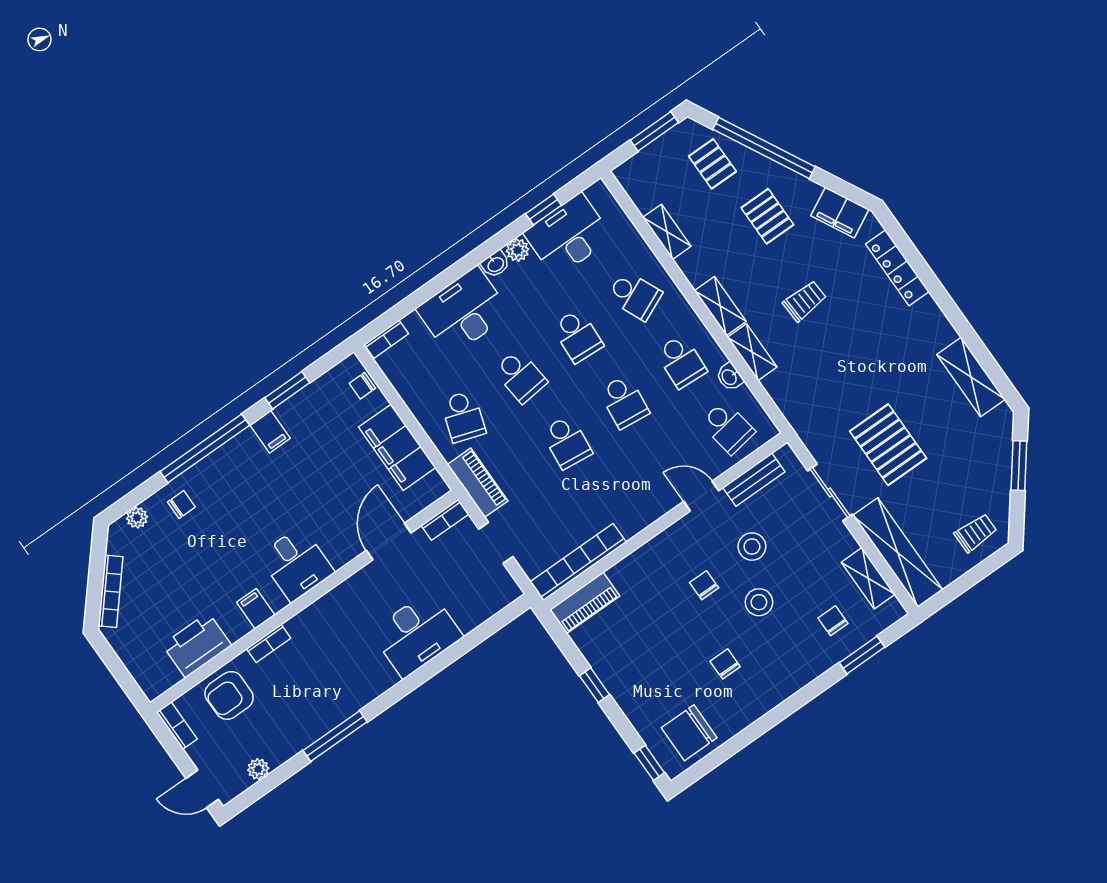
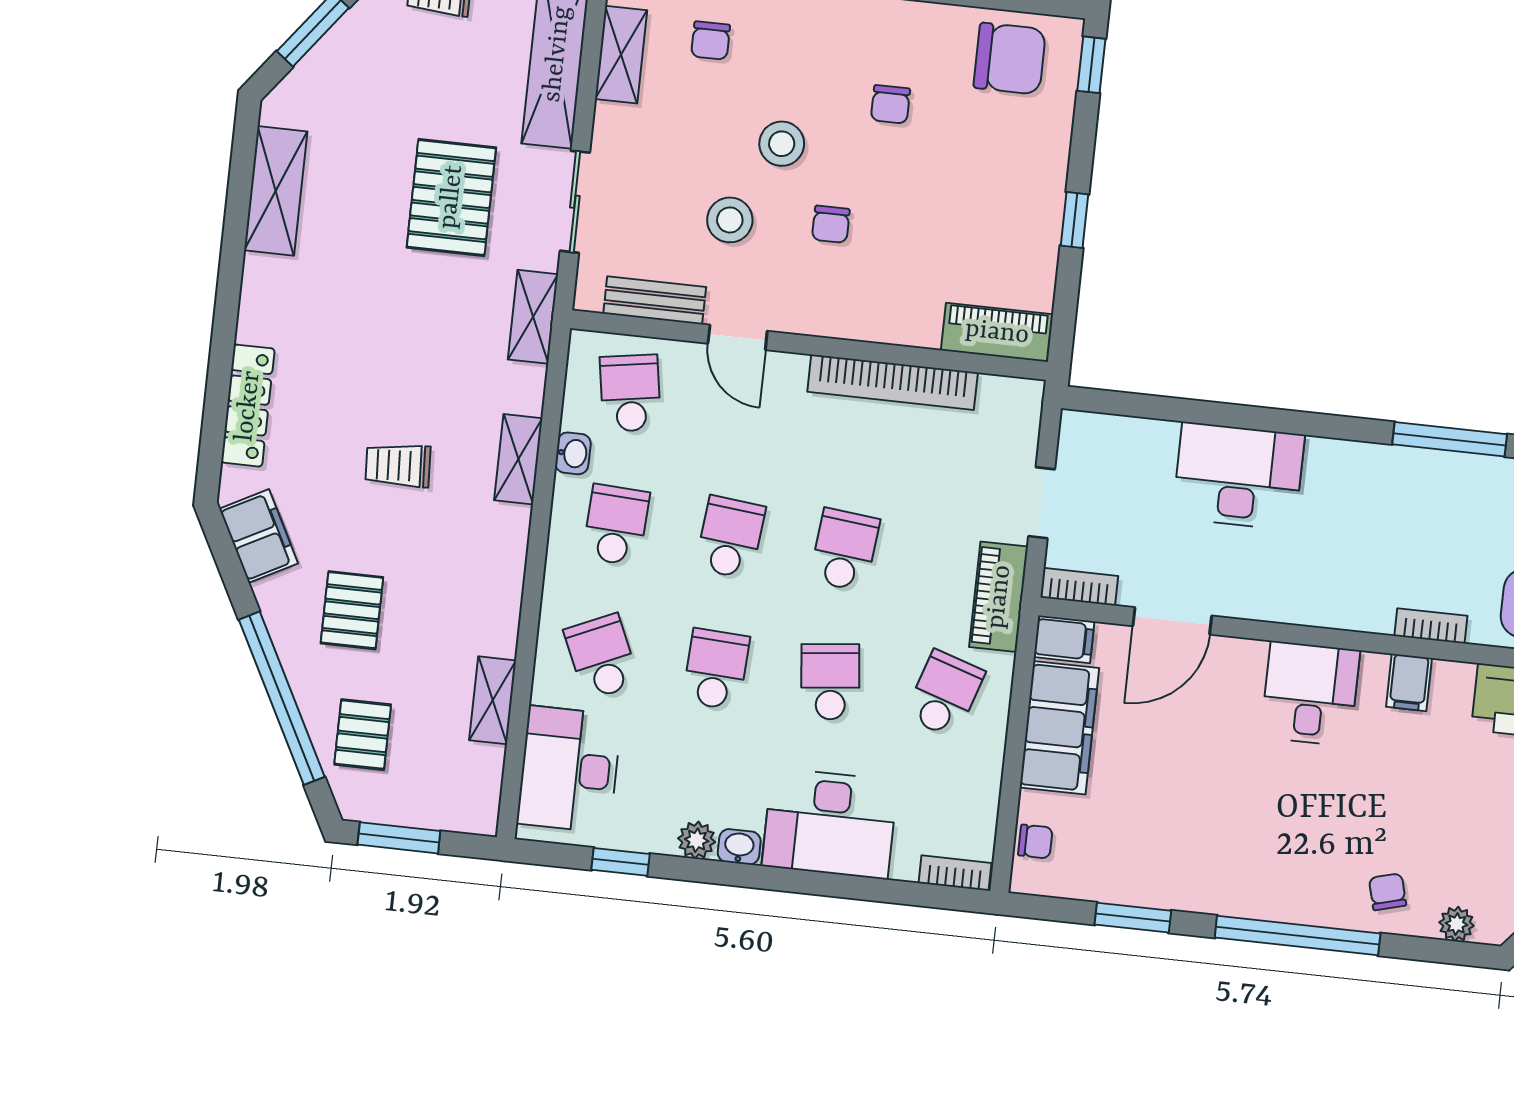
desk: (568, 235) -> (569, 769), moved, turned 90
shelving: (720, 306) -> (533, 317), moved
filing cabinet: (270, 432) -> (1064, 639), moved, turned 90
chair: (181, 505) -> (1388, 892), turned 75
bookcase: (578, 562) -> (893, 382), moved

